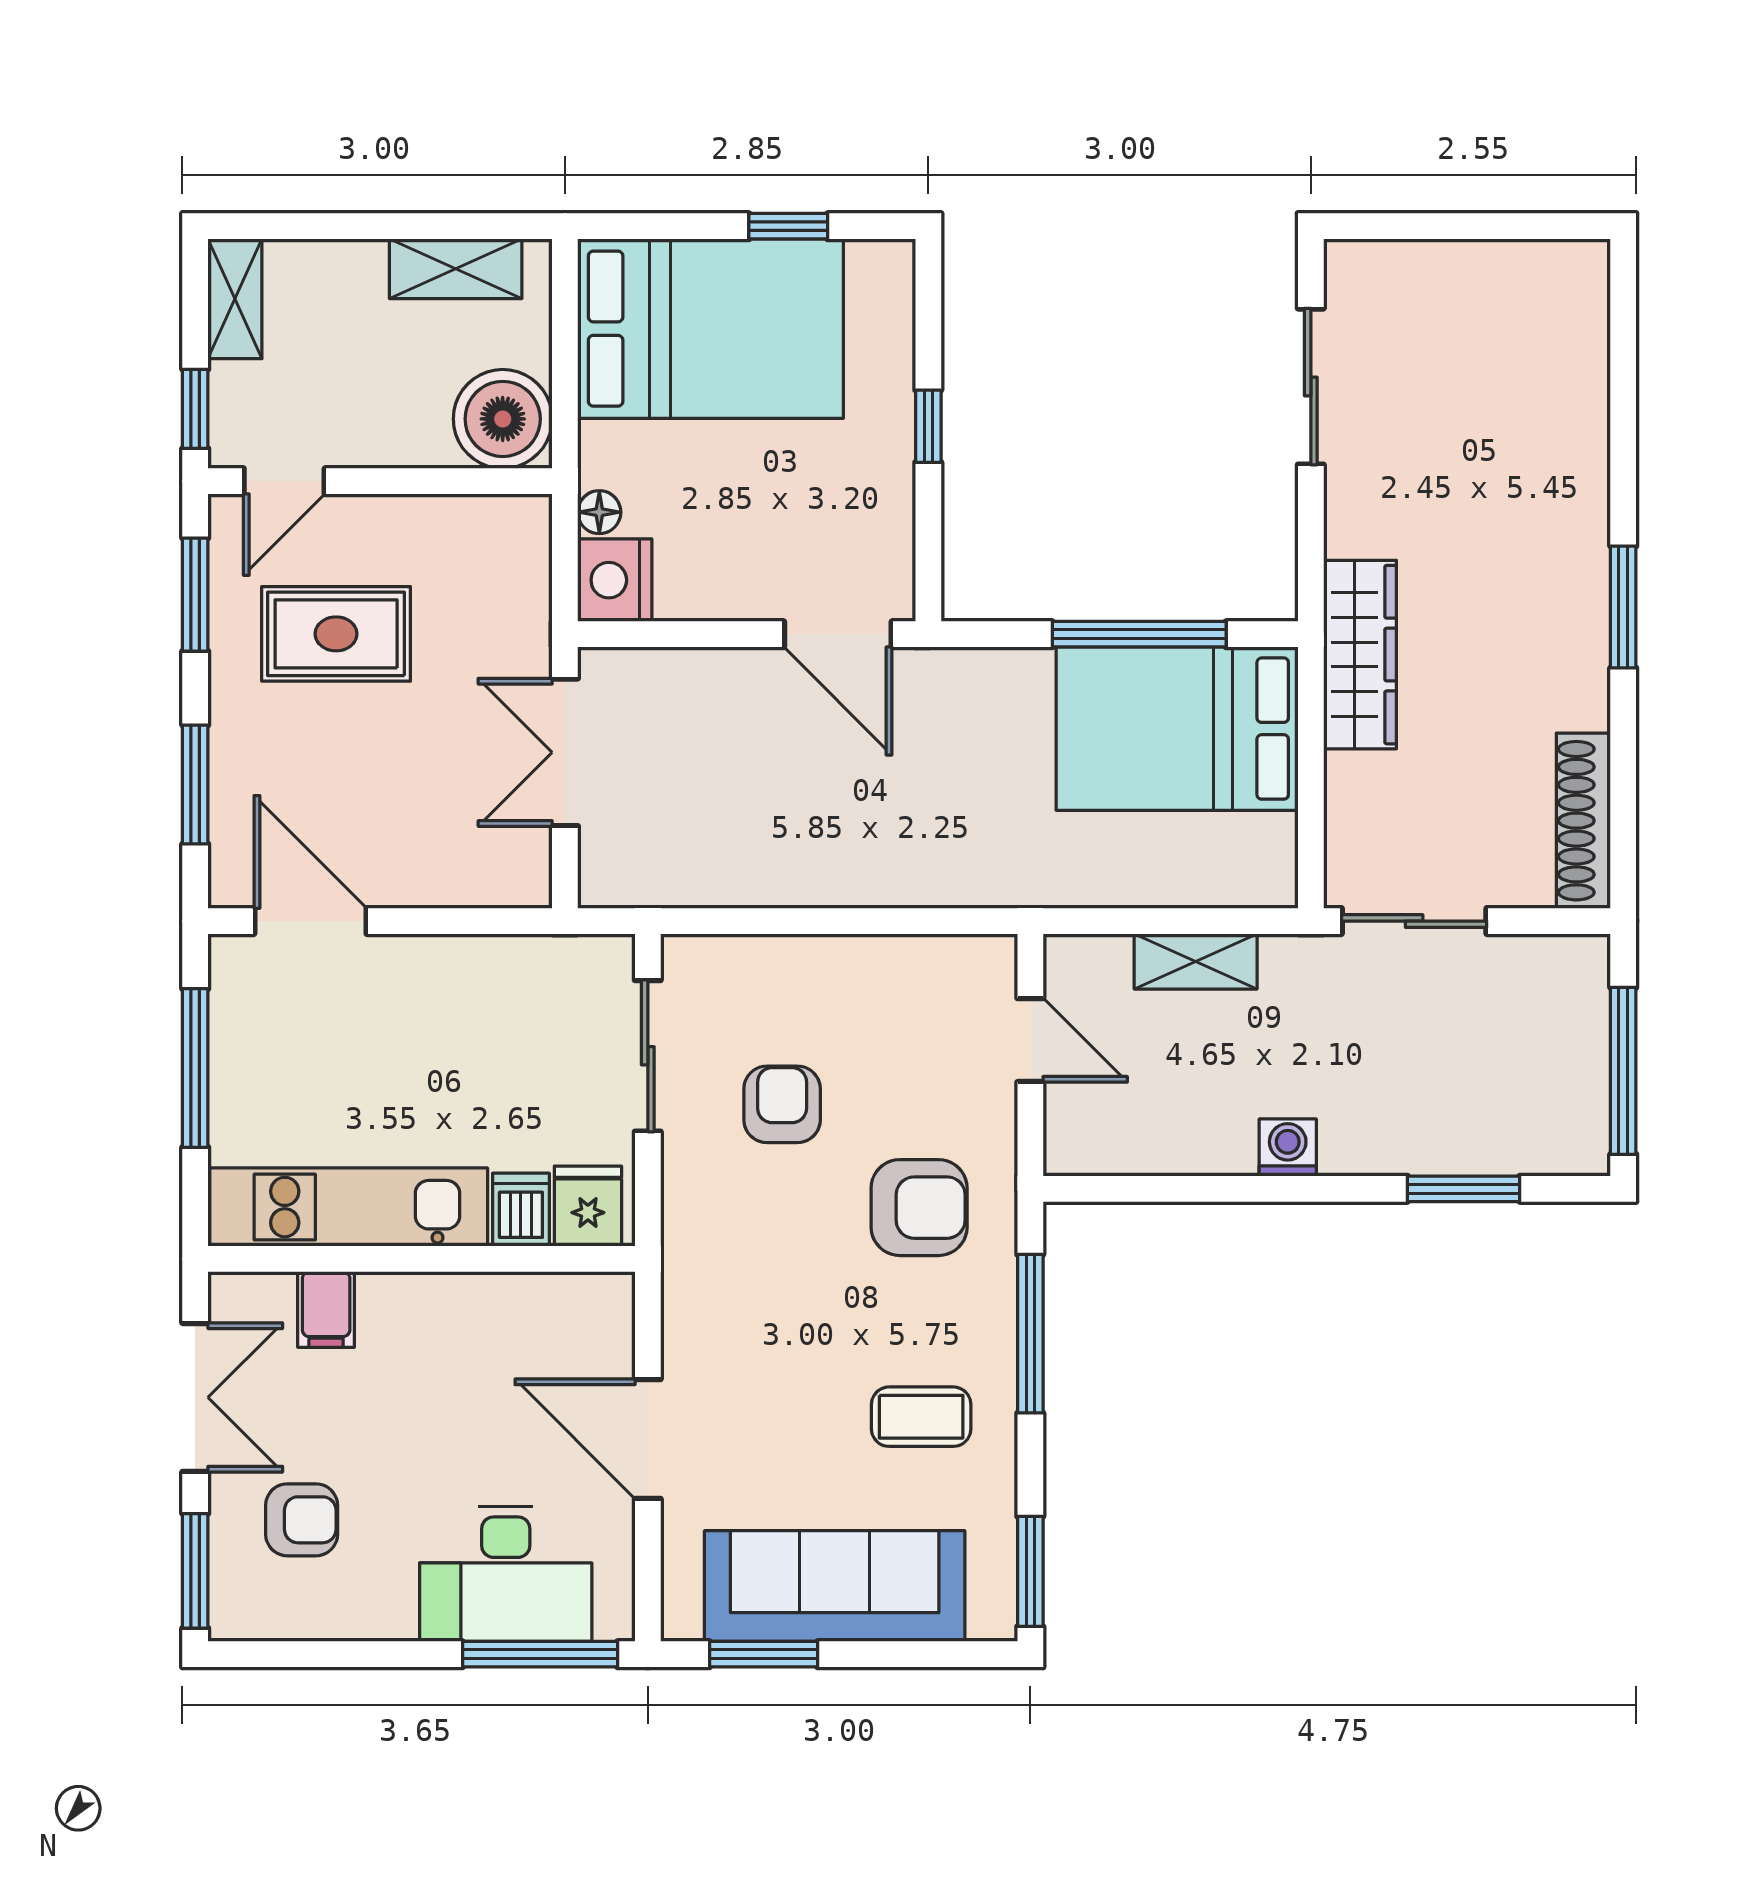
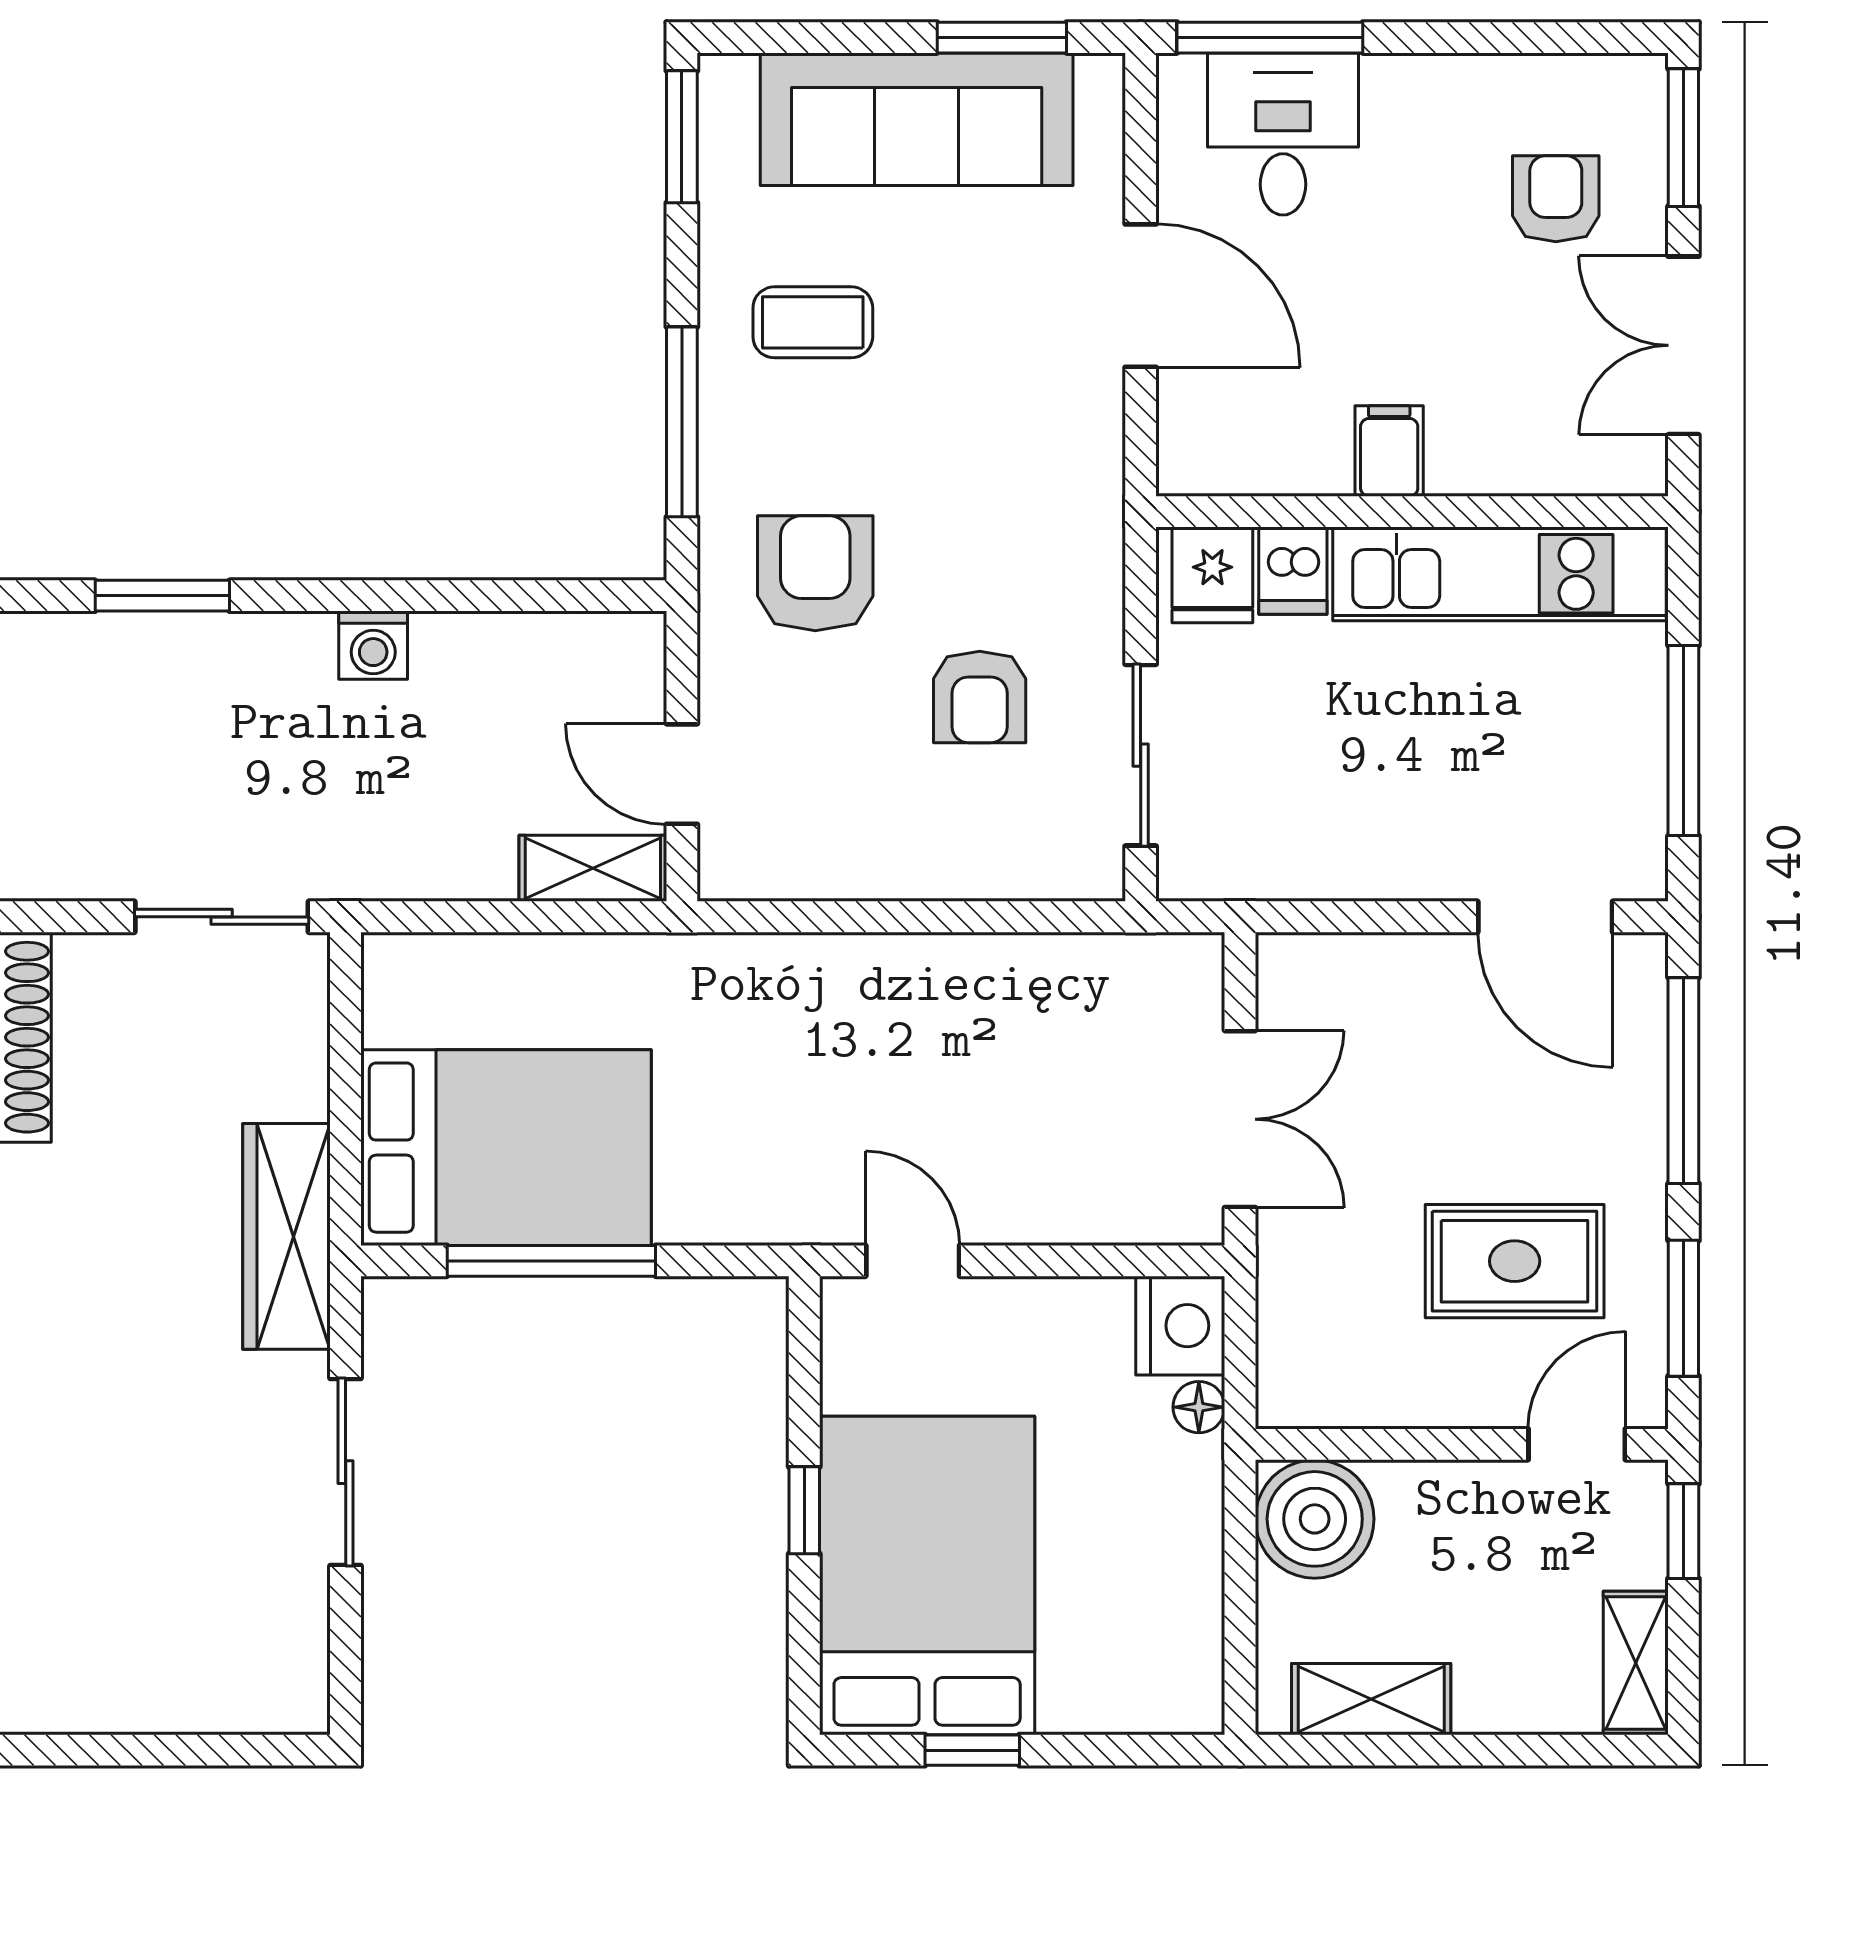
bed: (711, 329) -> (927, 1576), moved, turned 90
sliding door: (1311, 387) -> (346, 1472), moved
door: (838, 634) -> (913, 1261), width x0.73
window: (195, 785) -> (1683, 1081), width x1.44
shelving: (1196, 961) -> (593, 868), moved
armchair: (919, 1208) -> (815, 573), turned 90
filing cabinet: (326, 1309) -> (1389, 451), moved
armchair: (302, 1520) -> (1556, 199), turned 90
desk: (506, 1574) -> (1283, 134), width x0.73

